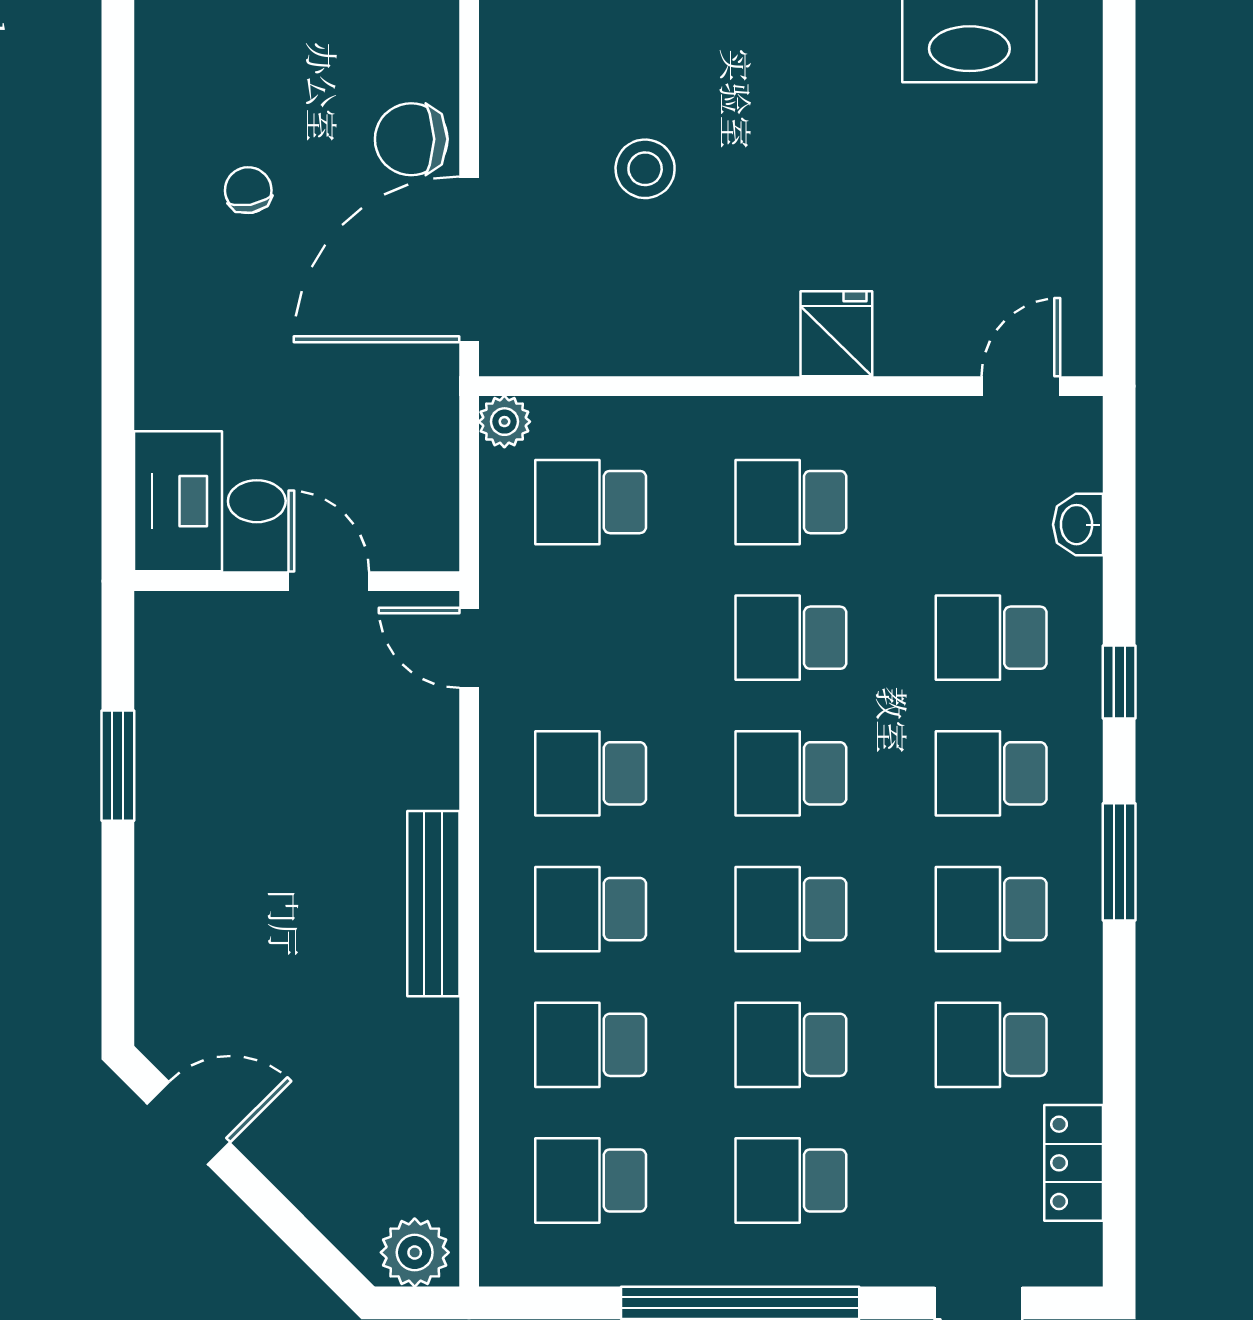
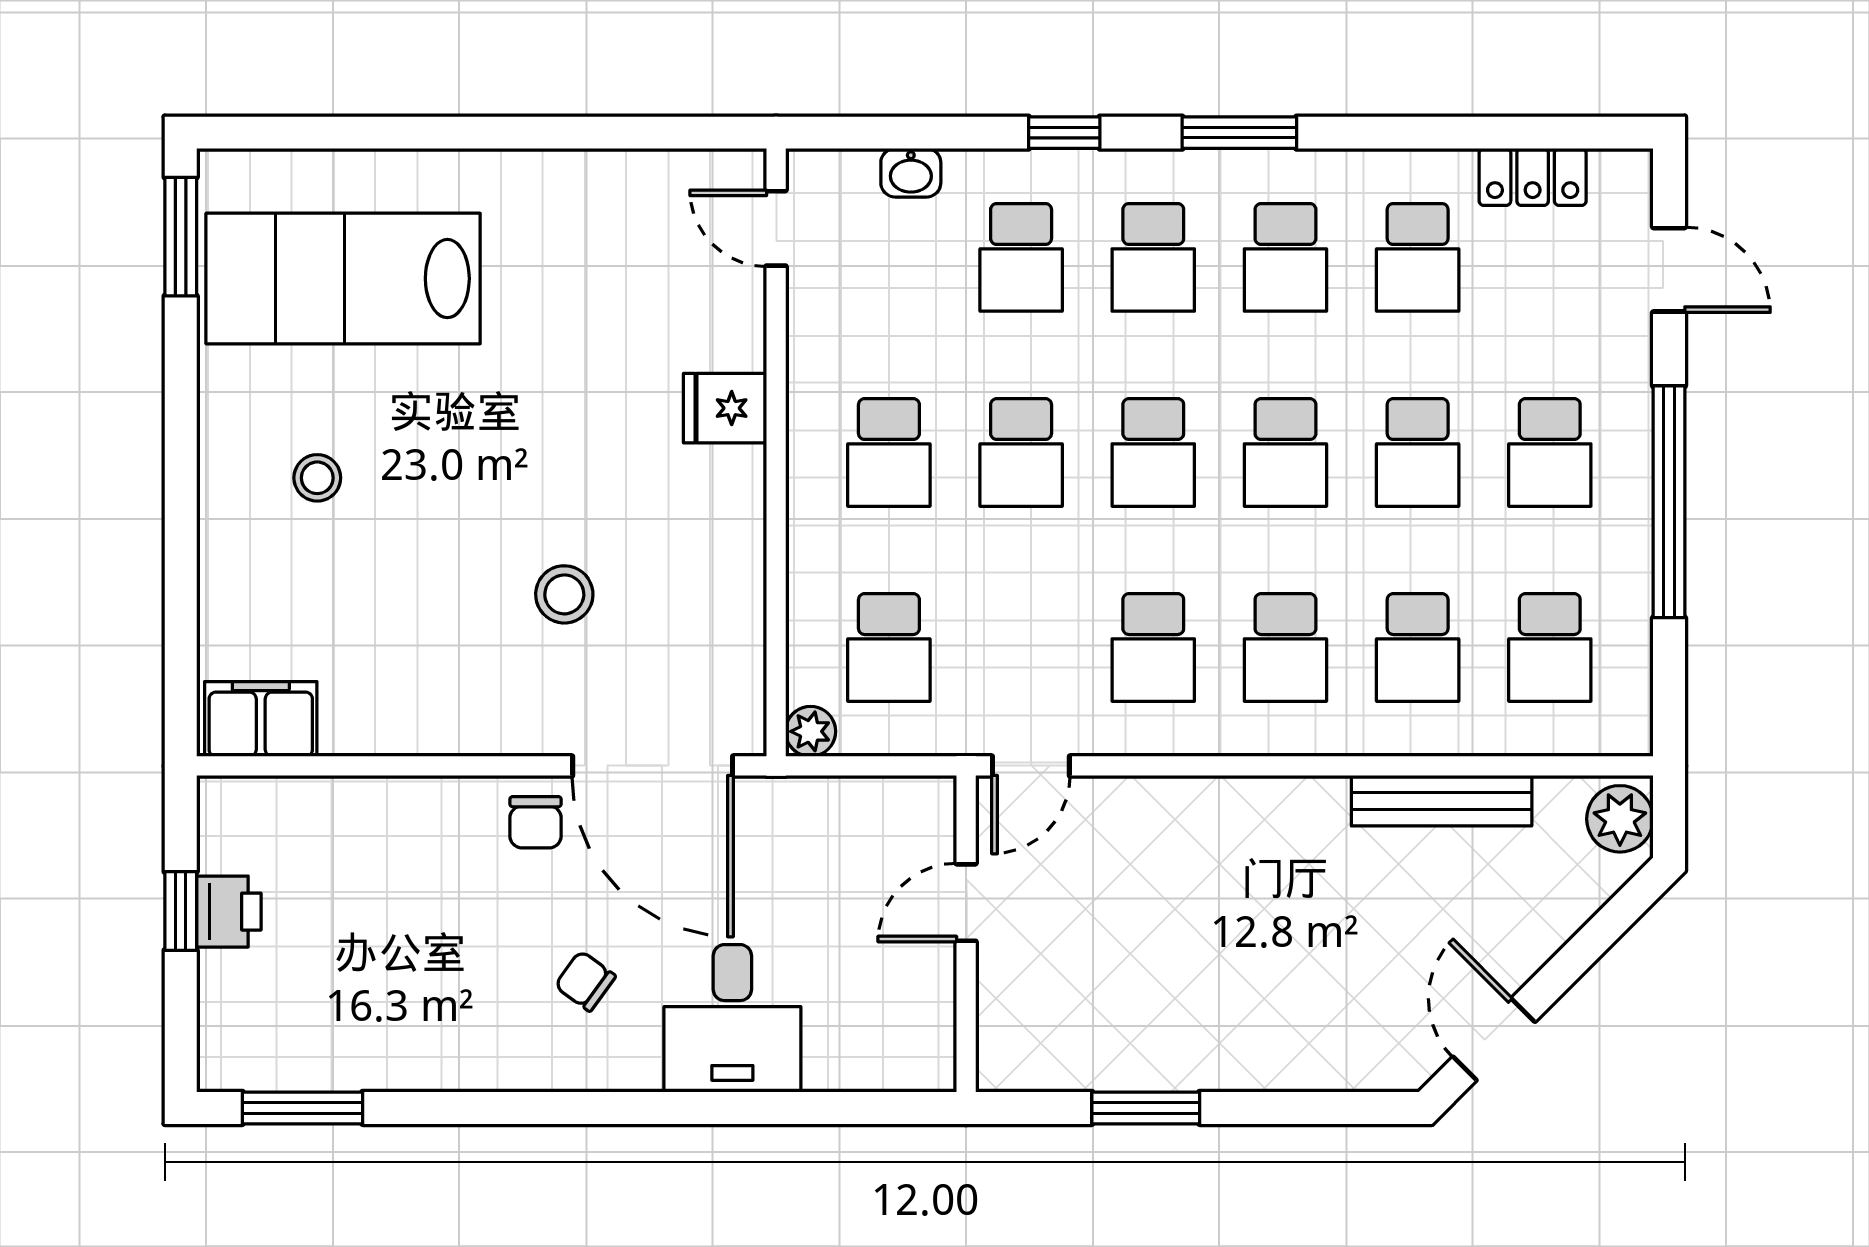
chair: (411, 139) -> (536, 822), width x0.73, depth x0.73
chair: (248, 190) -> (585, 981), turned 46
desk: (210, 501) -> (732, 1018), moved
bench: (433, 904) -> (1442, 801), moved

